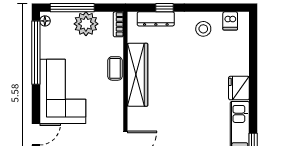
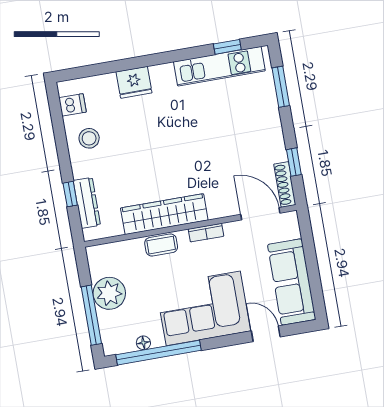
floor lamp: (45, 21) -> (143, 343), moved
bookcase: (118, 24) -> (206, 233), moved
fridge: (239, 88) -> (134, 82), moved

